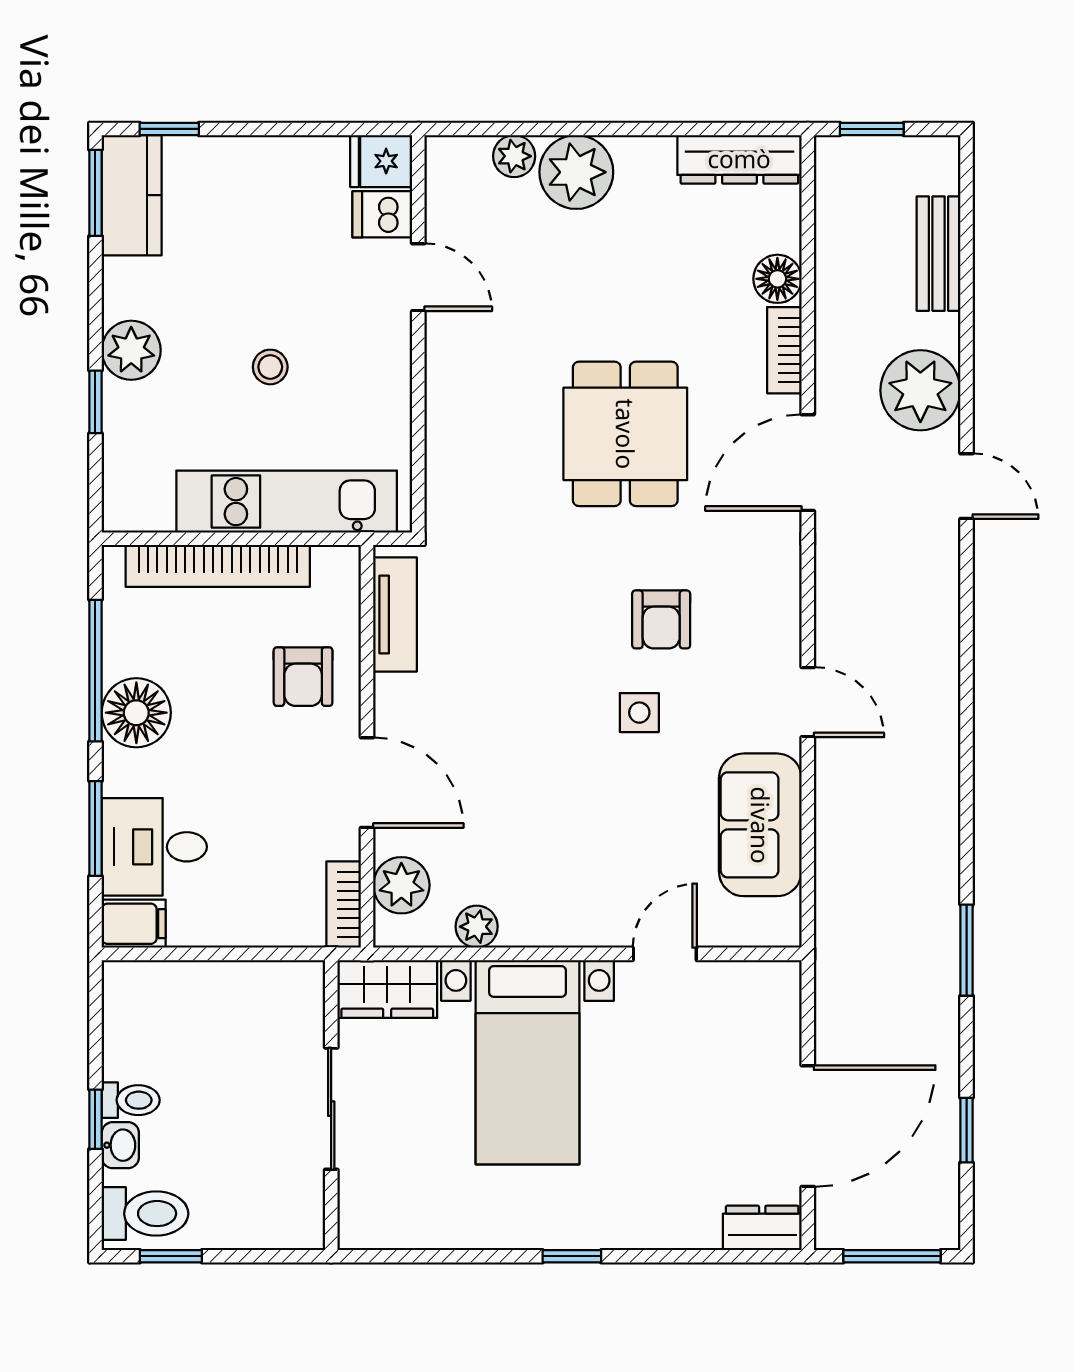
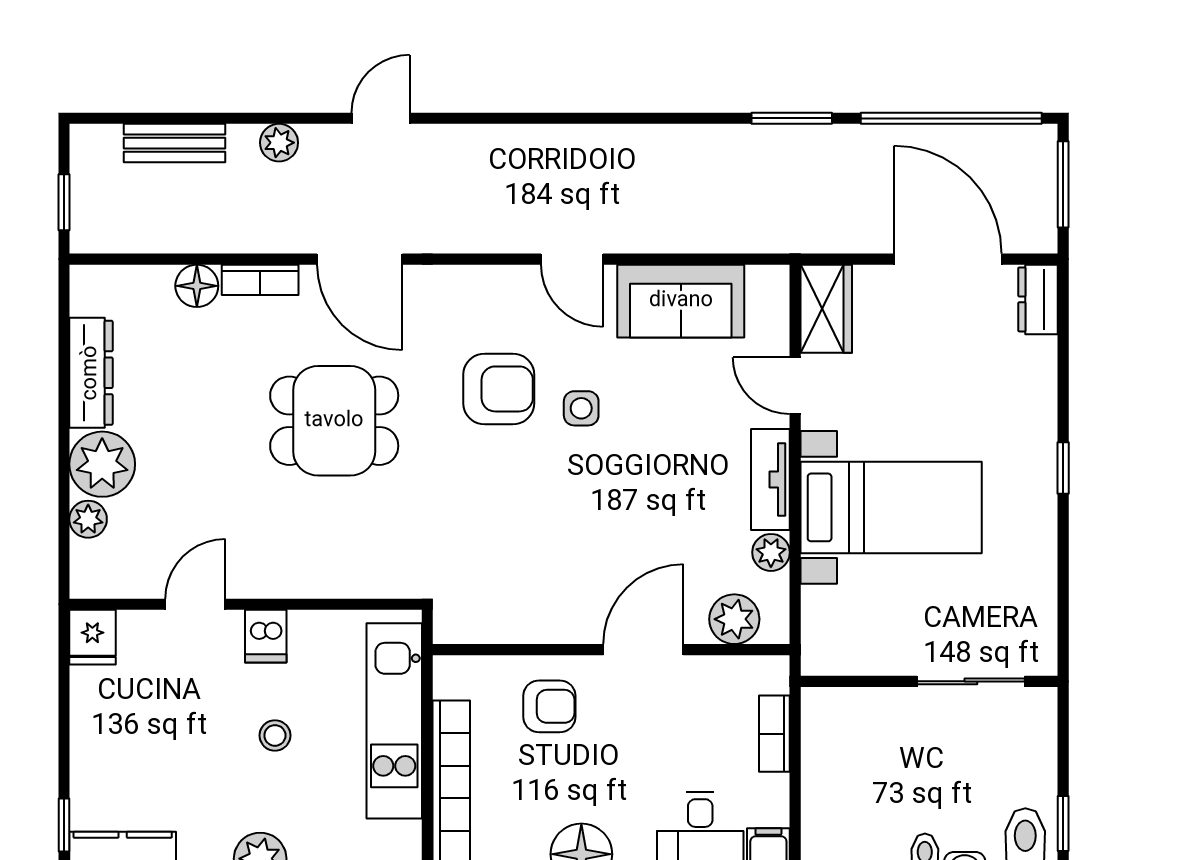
dresser: (739, 159) -> (91, 373), moved
dishwasher: (382, 214) -> (266, 636), moved
plant: (920, 390) -> (279, 143), width x0.53, depth x0.53
tv unit: (395, 614) -> (770, 480), moved, turned -90
armchair: (661, 619) -> (499, 389), width x1.38, depth x1.38
door: (808, 702) -> (572, 259), swing flipped
bookcase: (344, 905) -> (774, 734), moved, turned 90
wardrobe: (387, 989) -> (826, 309), moved
sliding door: (331, 1109) -> (971, 681), moved
window: (967, 1130) -> (951, 118), width x3.17

